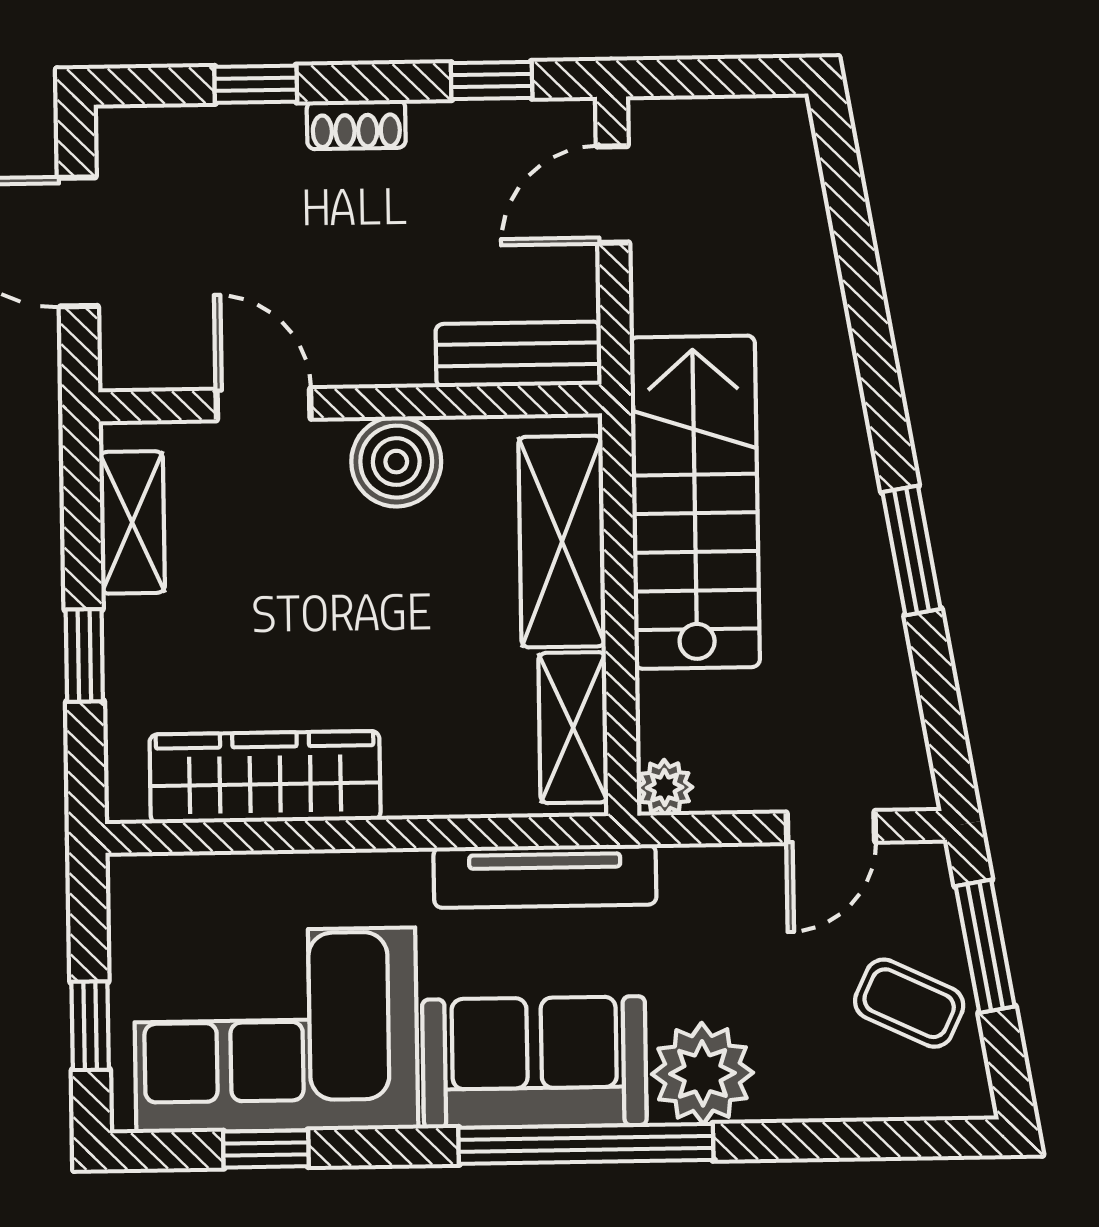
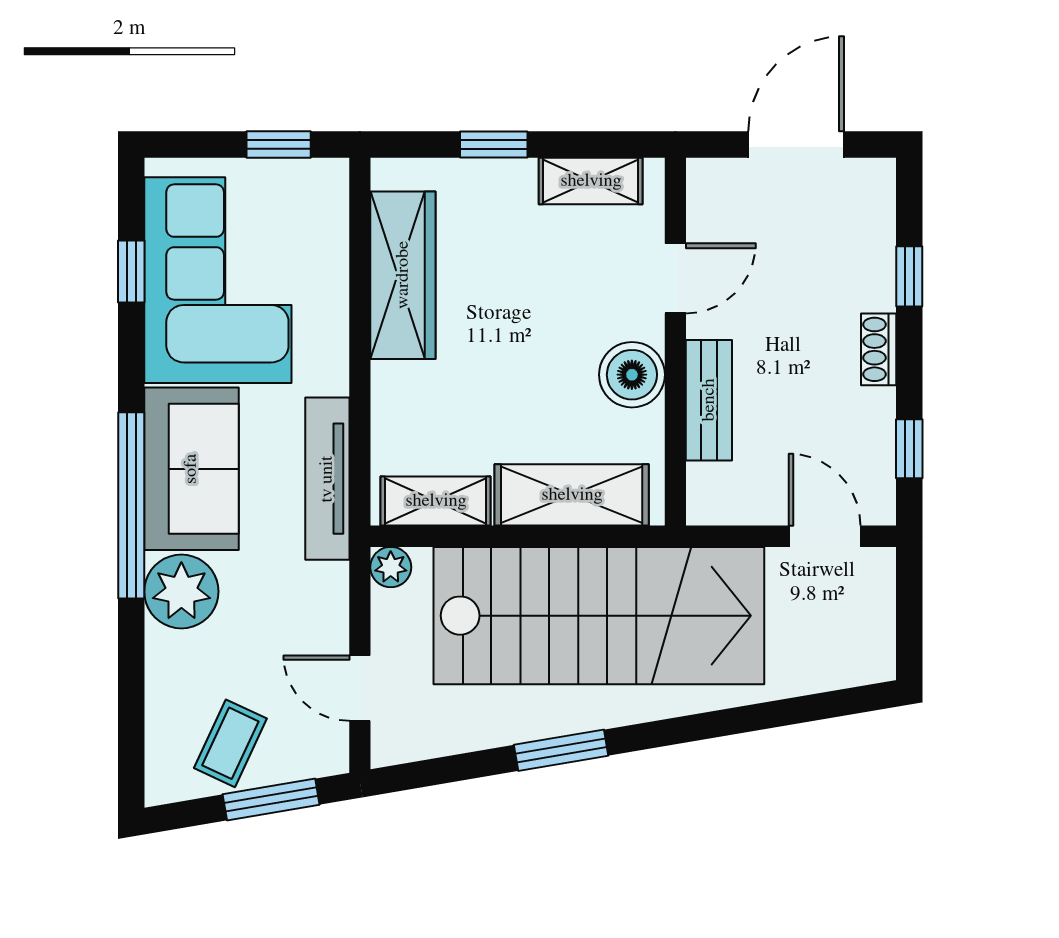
bench: (519, 354) -> (709, 400), moved
stairs: (695, 502) -> (599, 616), width x1.36, depth x1.51
window: (90, 1026) -> (279, 145), moved

